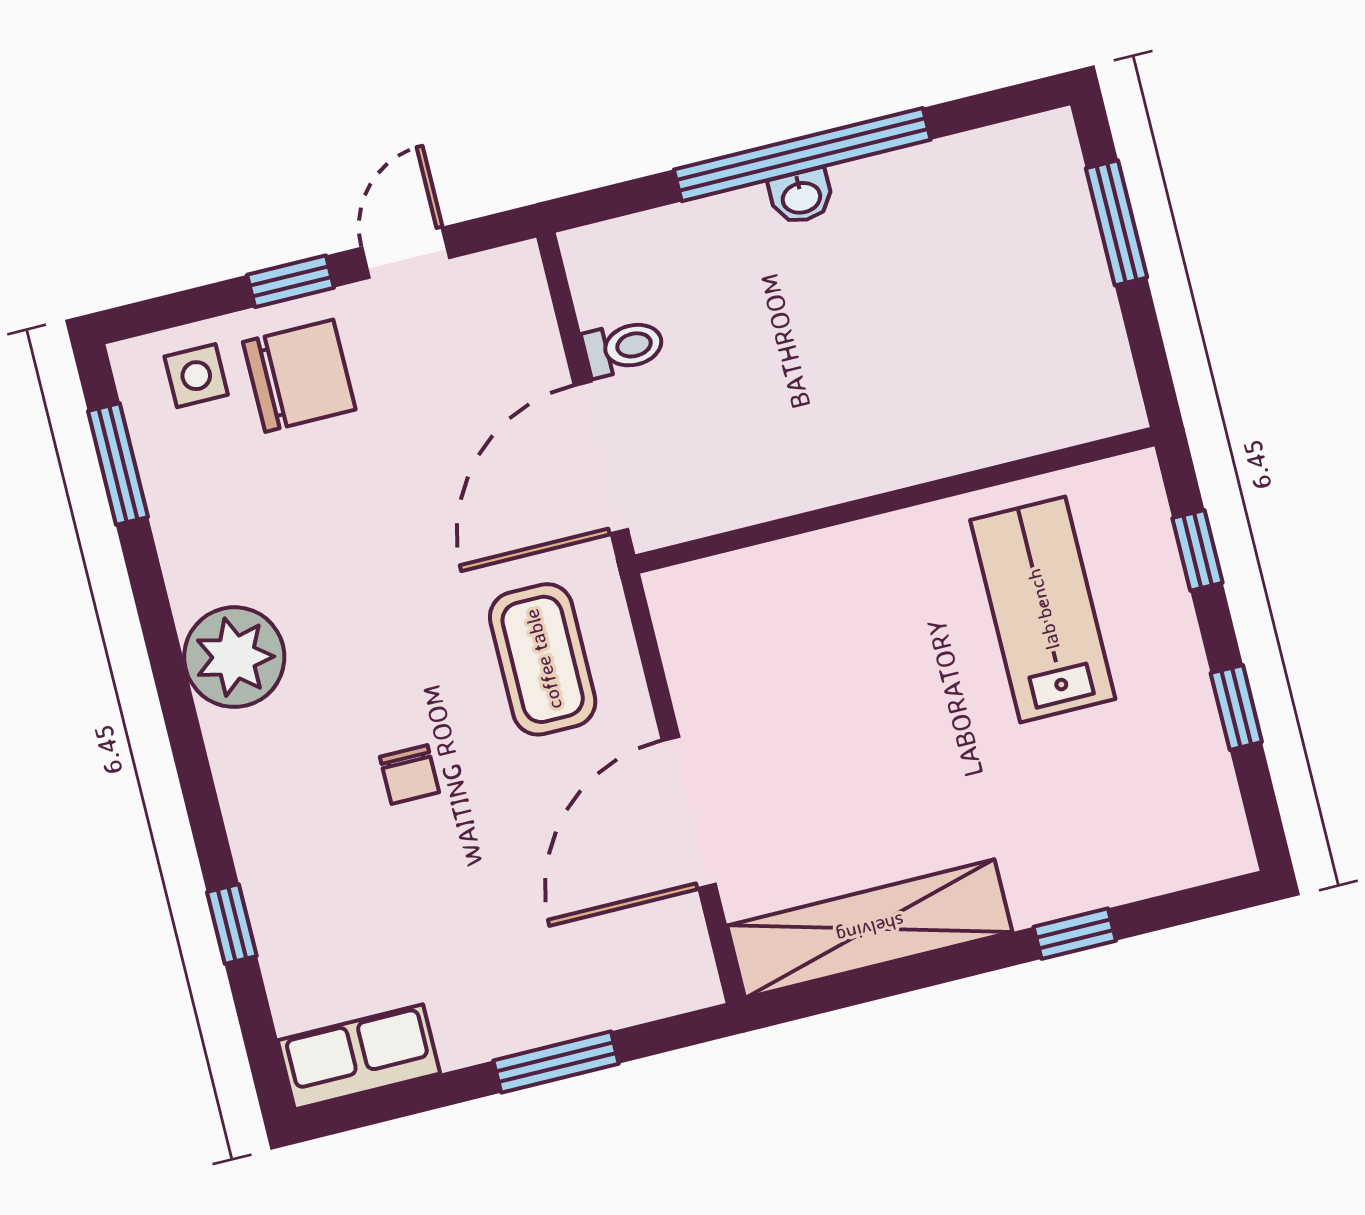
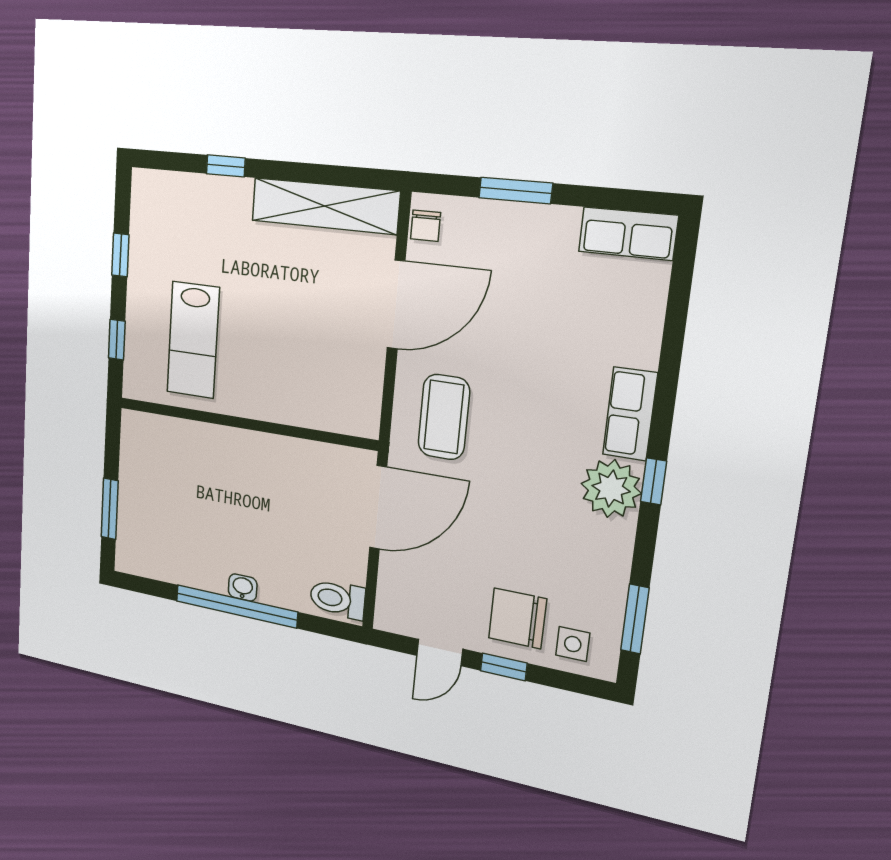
toilet: (624, 348) -> (337, 599), moved, width x1.37, depth x1.39
chair: (409, 774) -> (426, 226), moved, turned 180
row of seats: (251, 786) -> (630, 414), added
window: (232, 924) -> (654, 481), moved

